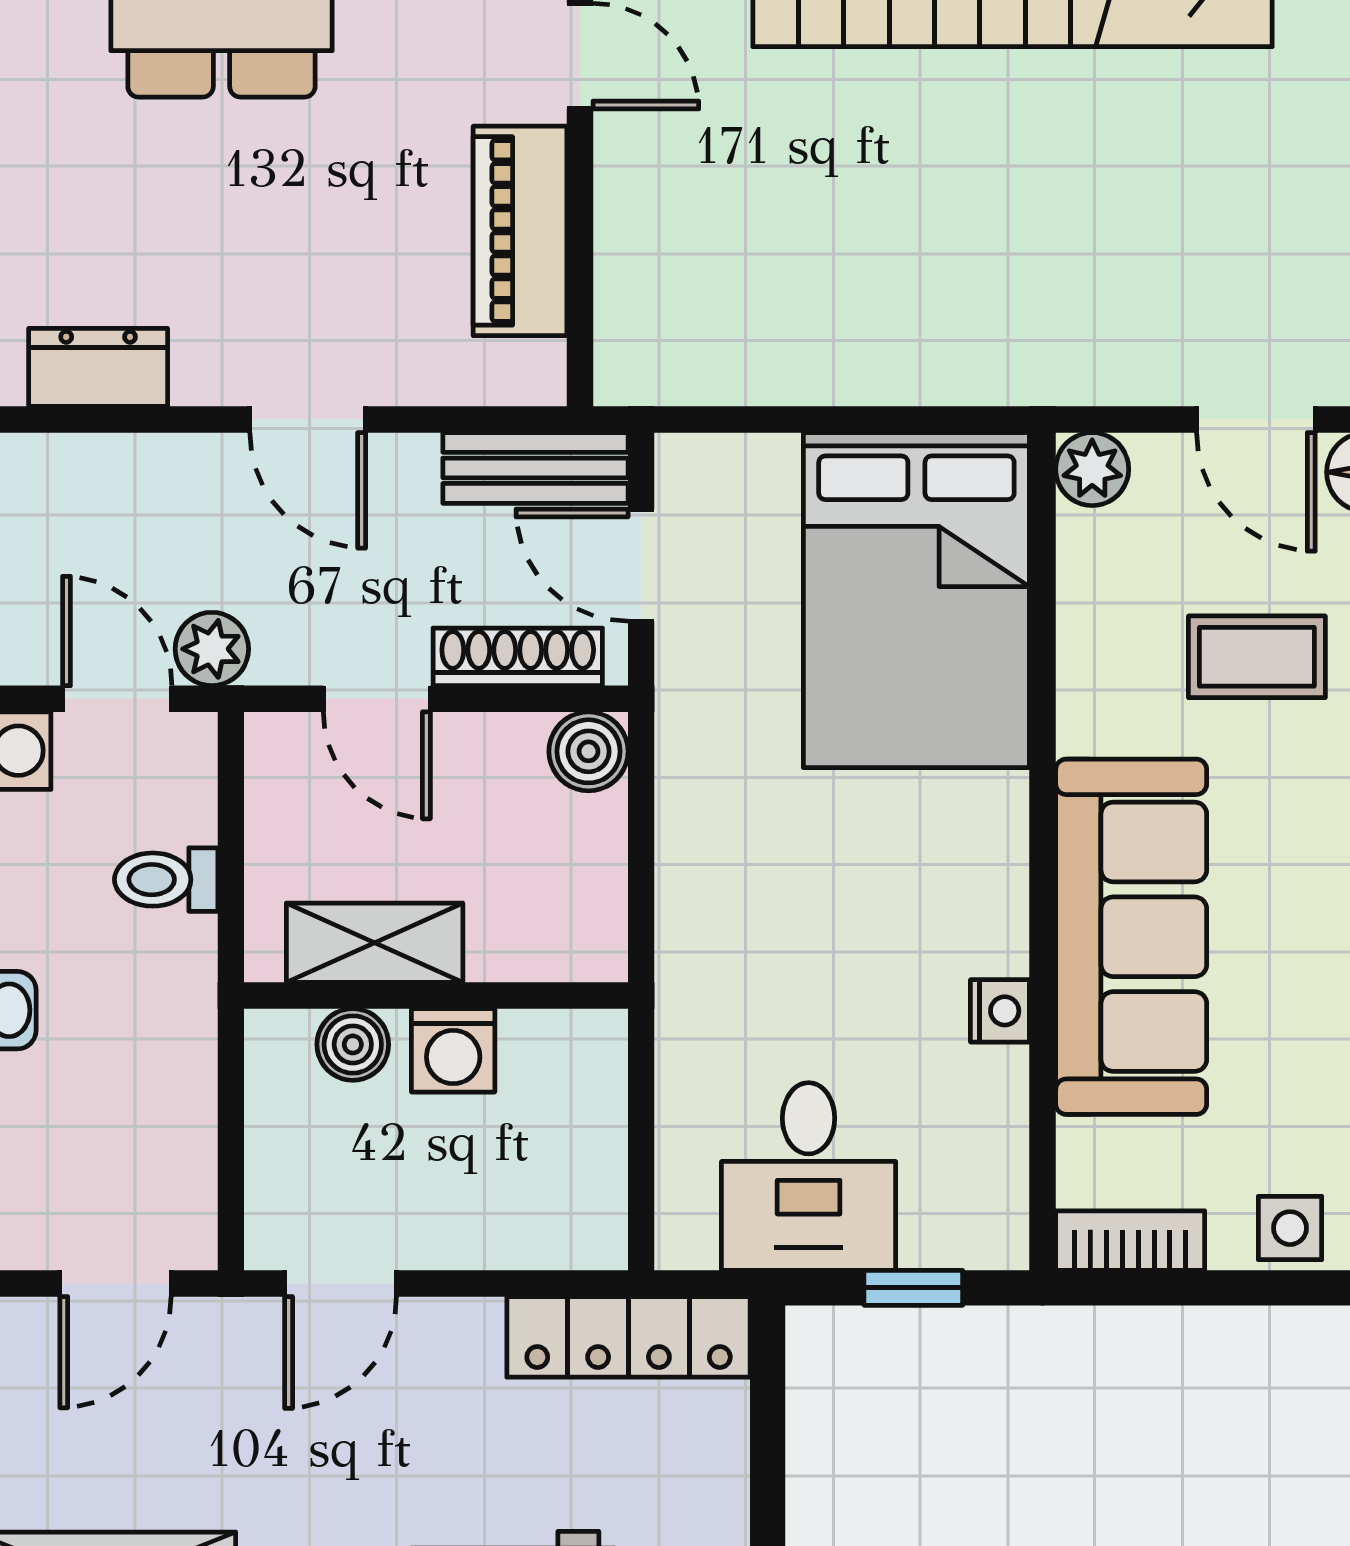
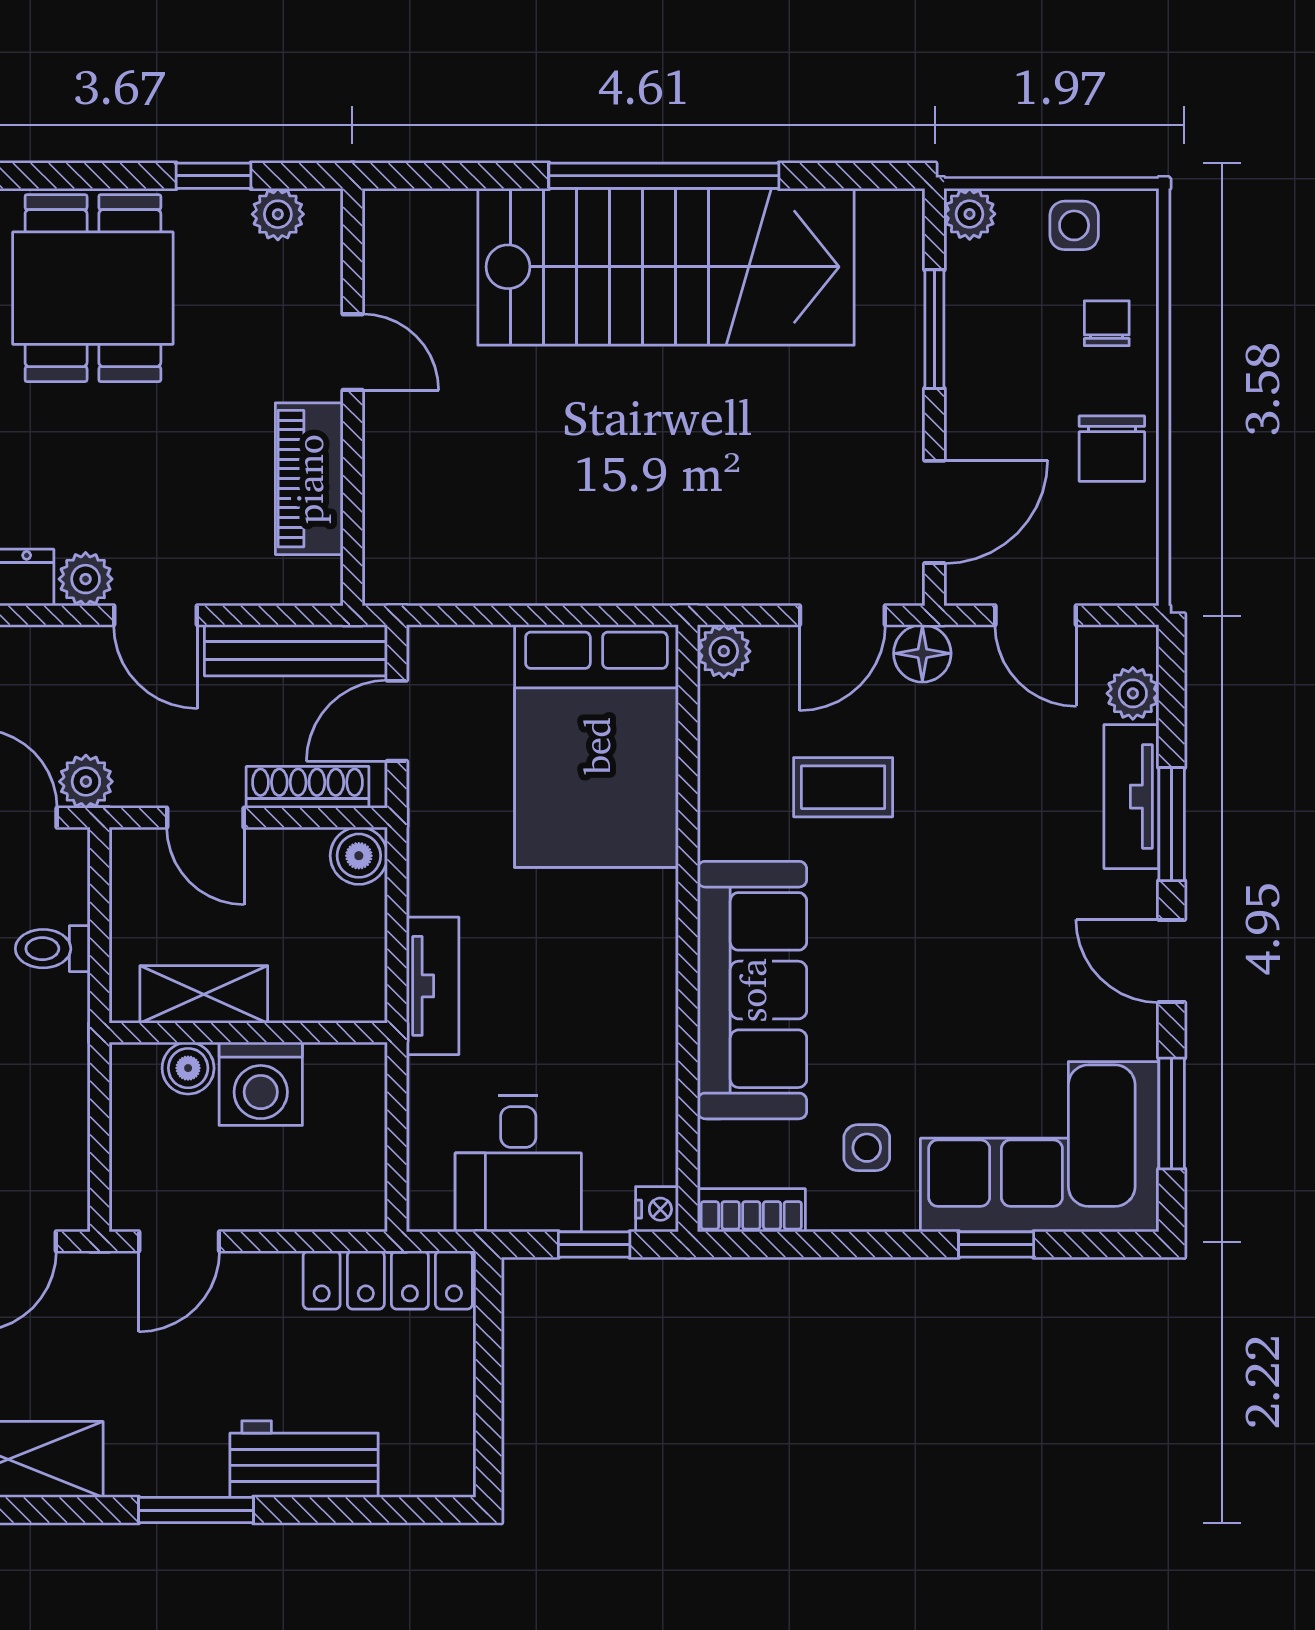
plant: (211, 370) -> (86, 579), added
door: (1256, 419) -> (842, 615), hinge flipped
bench: (535, 468) -> (296, 650), width x1.36
door: (641, 565) -> (397, 721), hinge flipped
tv unit: (690, 931) -> (433, 986), added
nightstand: (1000, 1011) -> (657, 1209), moved
washing machine: (453, 1050) -> (261, 1084), width x1.38, depth x1.38
side table: (1290, 1228) -> (867, 1148), moved

